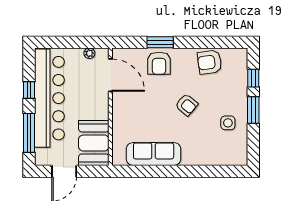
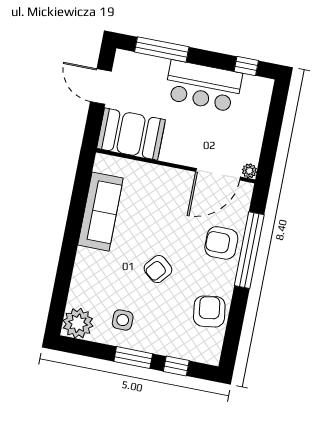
window: (160, 42) -> (249, 250), width x2.11
plant: (89, 53) -> (249, 171), moved
window: (29, 90) -> (246, 66), moved
bar counter: (49, 98) -> (203, 86), width x0.54
plant: (237, 154) -> (78, 323), added

